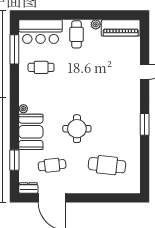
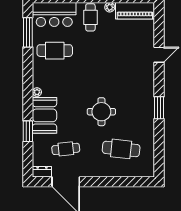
cafe table: (41, 67) -> (55, 51), width x1.37, depth x1.35
round table: (77, 129) -> (101, 112), moved
window: (14, 160) -> (28, 131), moved

